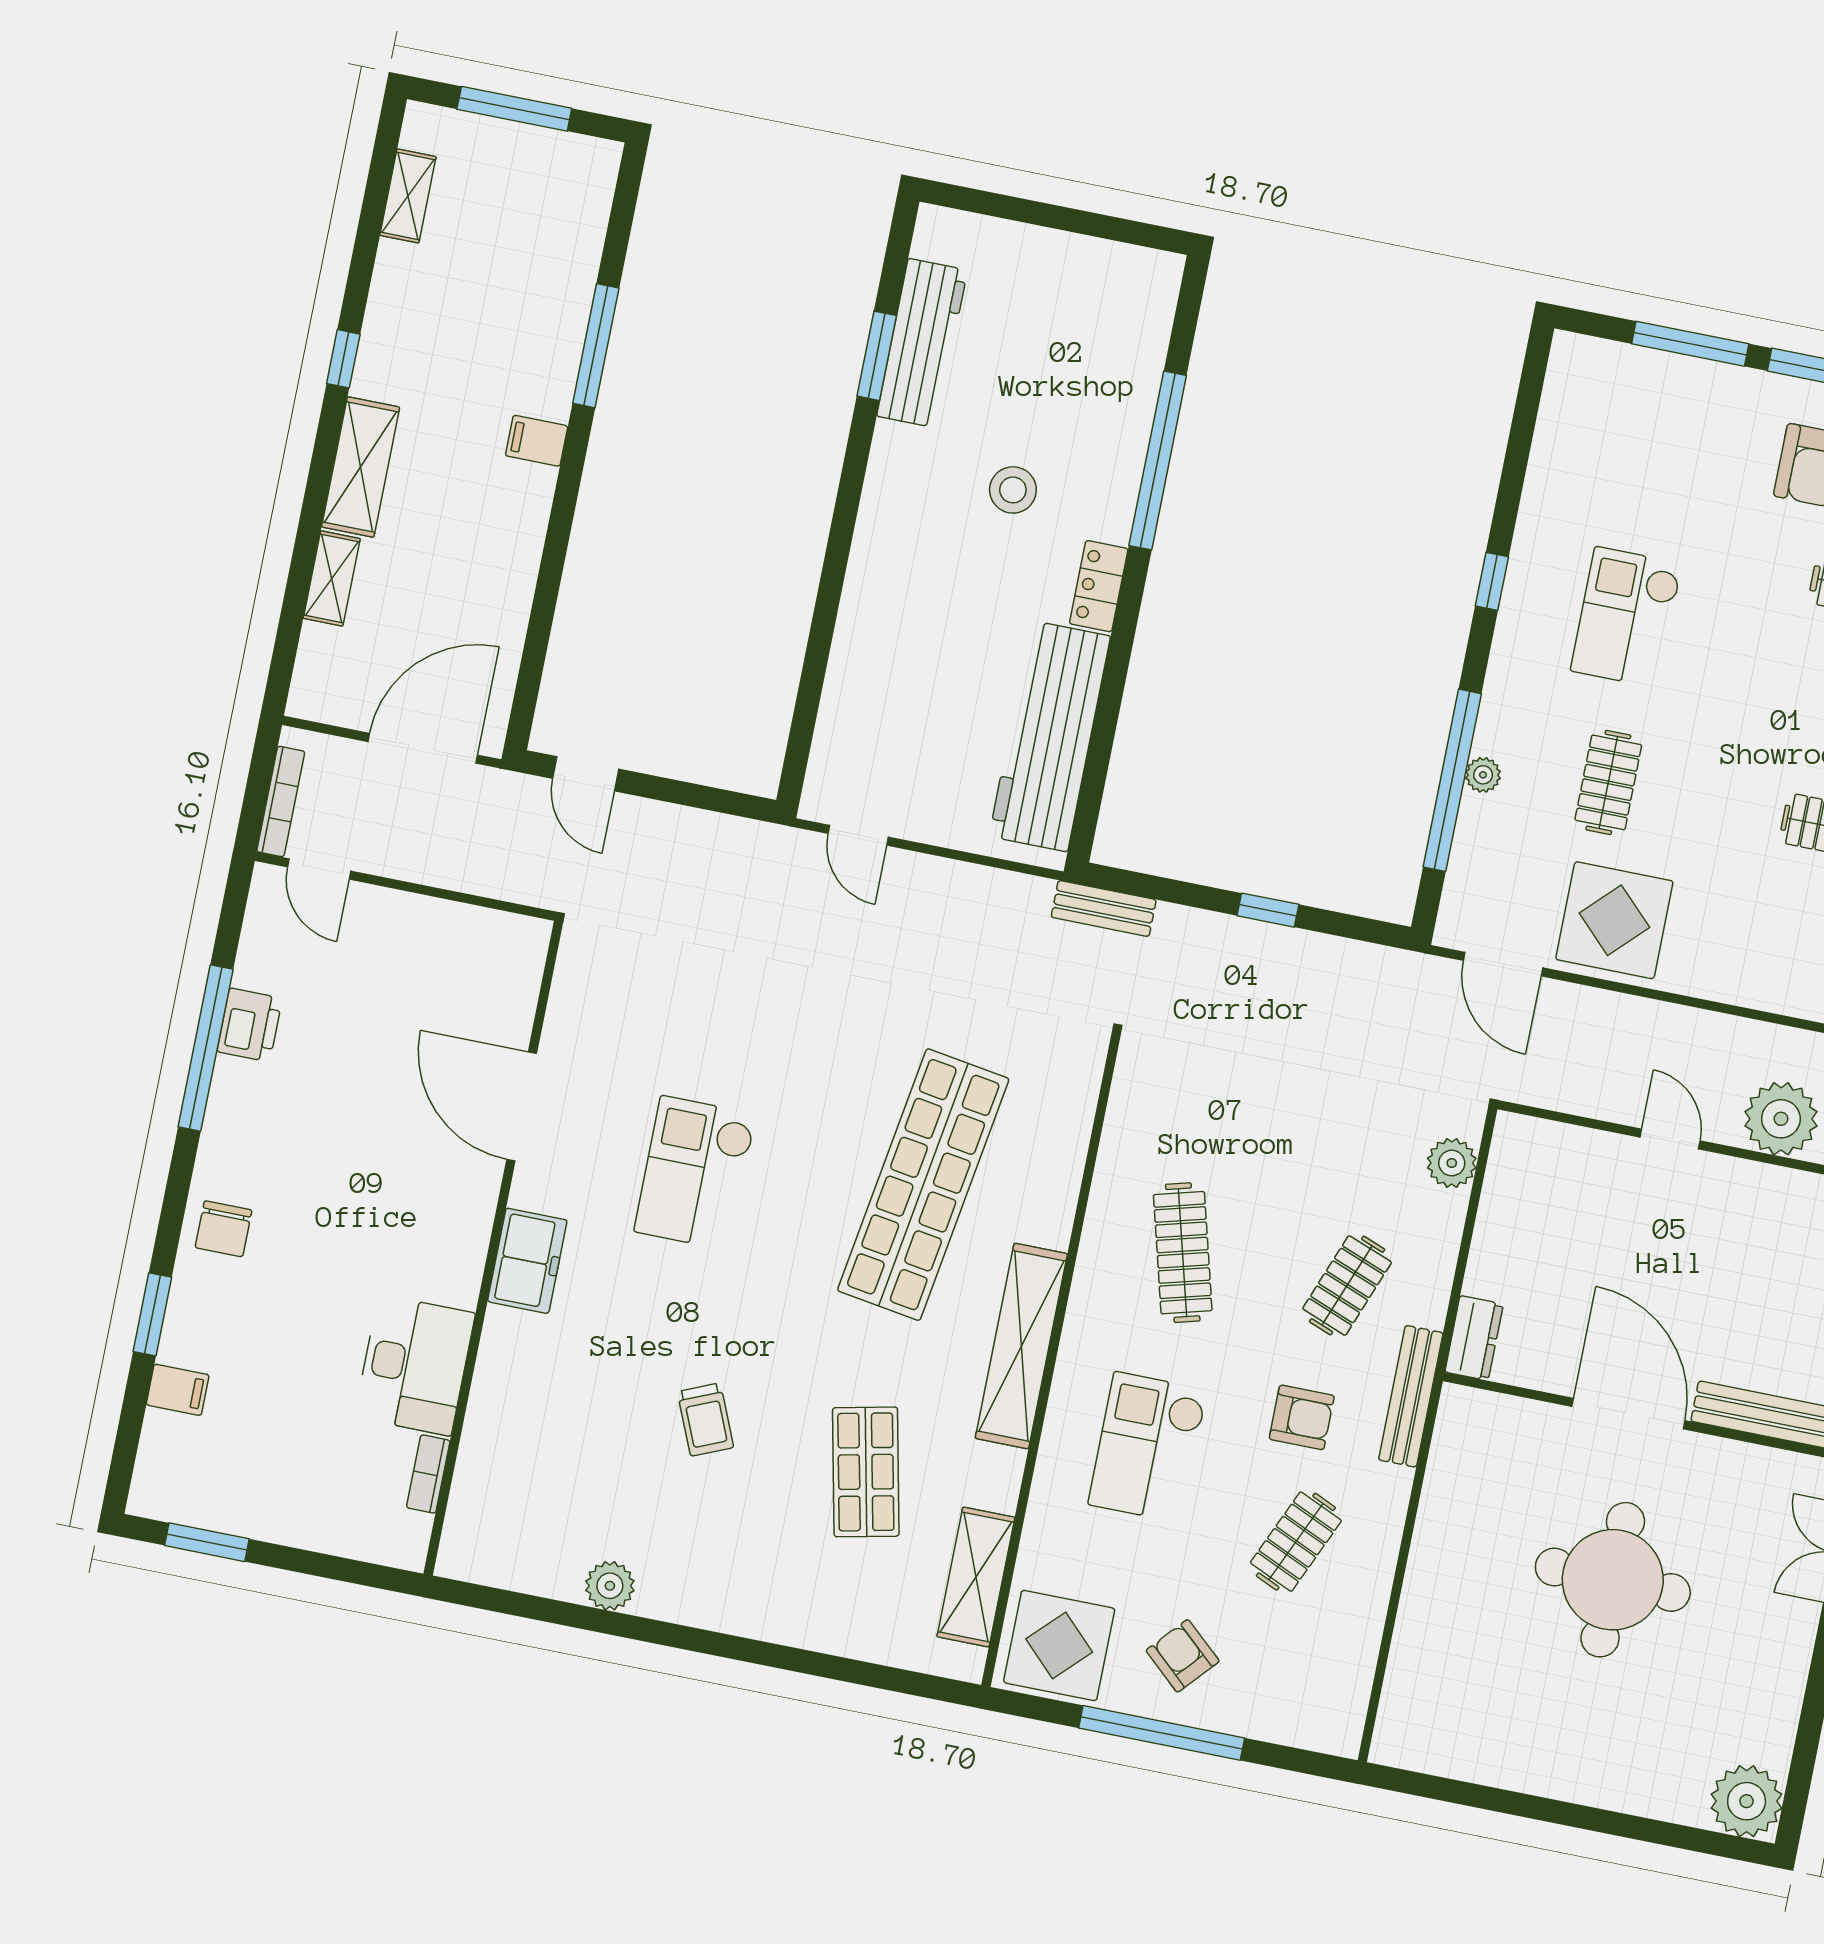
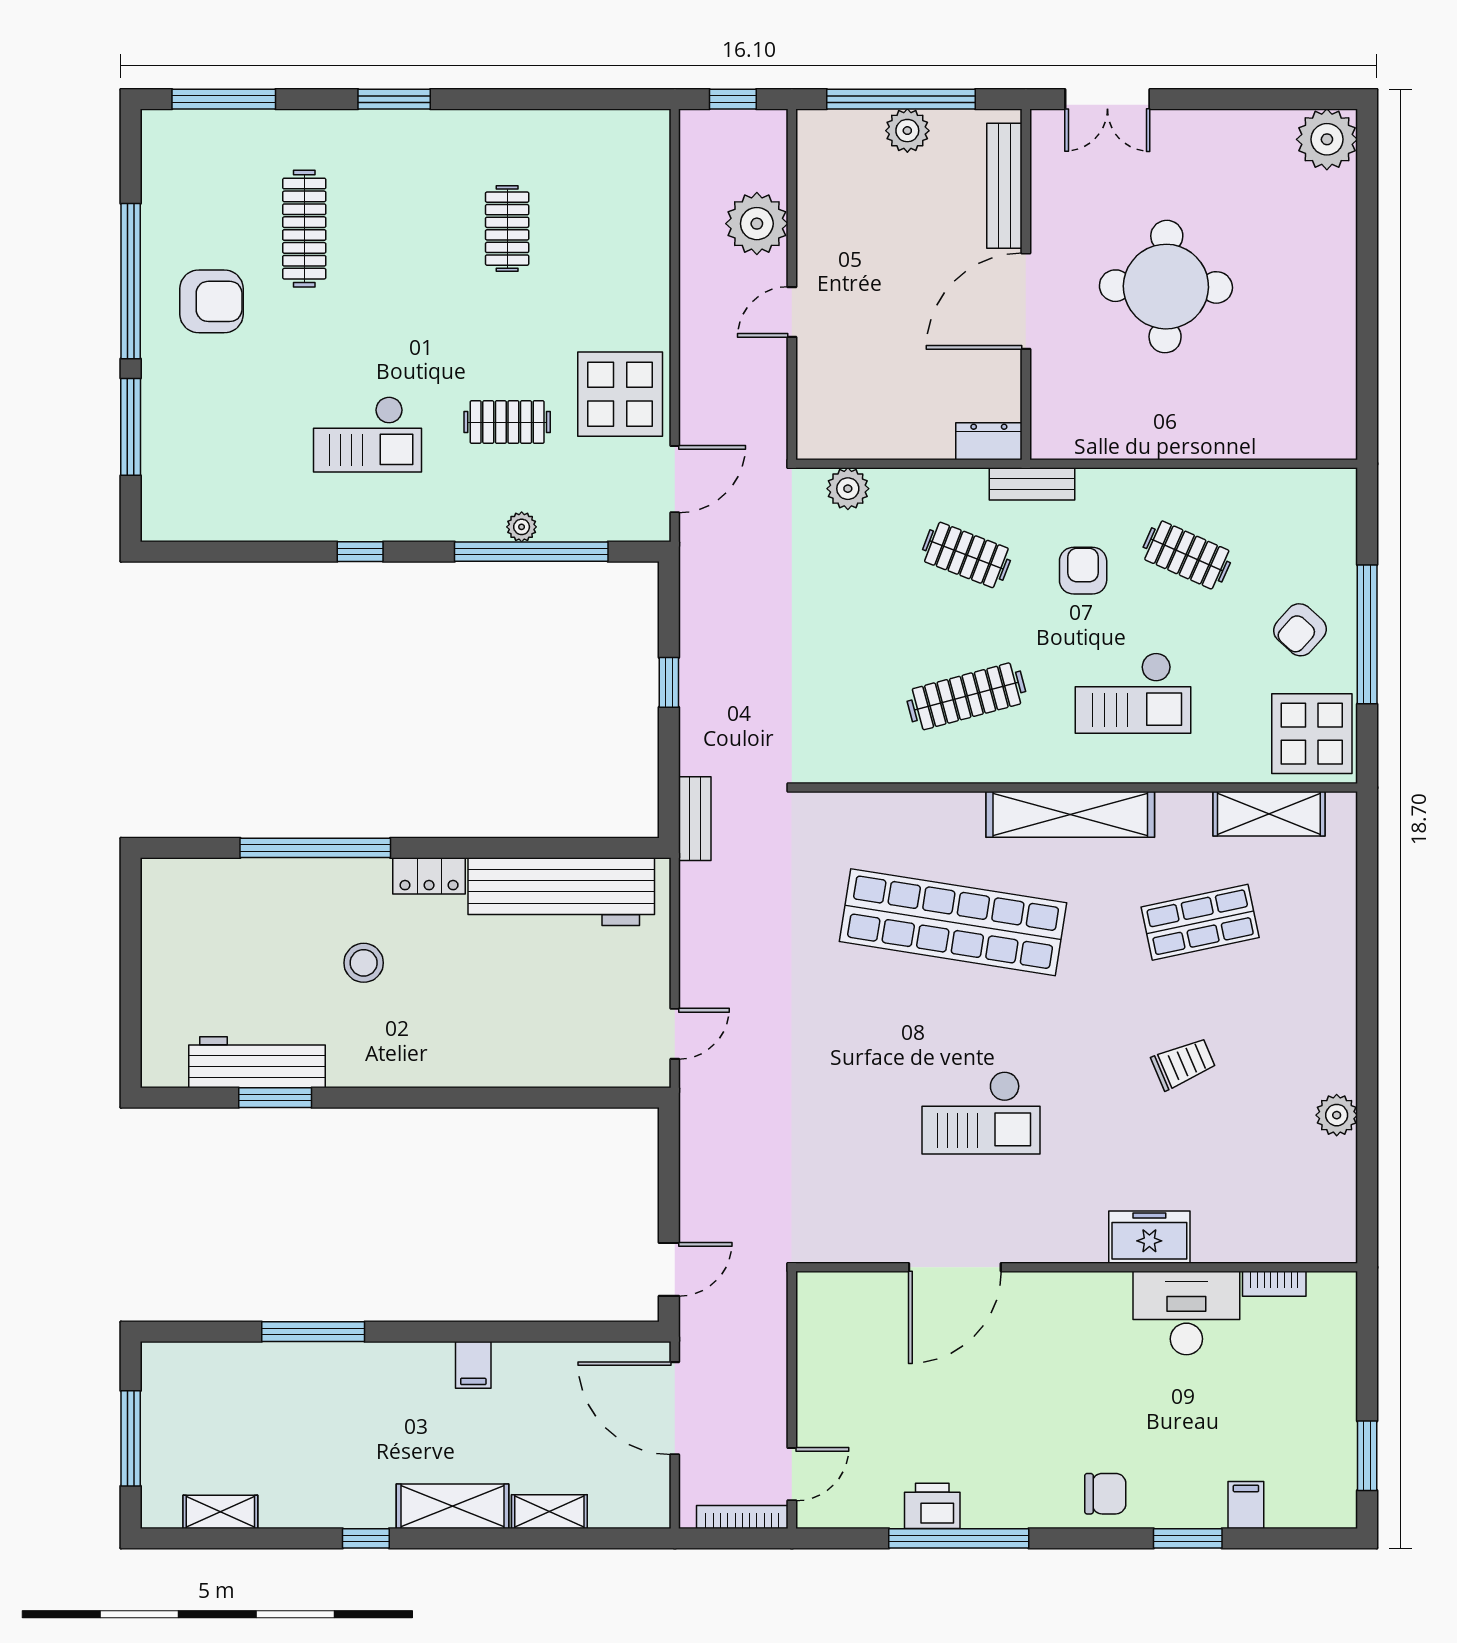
filing cabinet: (537, 441) -> (473, 1365), moved
freezer: (527, 1261) -> (1149, 1237), moved
bench: (1411, 1396) -> (1032, 484), width x0.73

